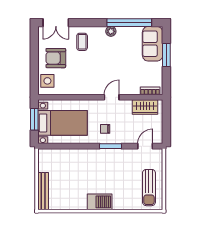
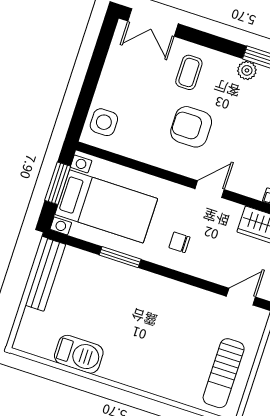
armchair: (56, 58) -> (191, 127), moved
window: (111, 146) -> (120, 257), moved
bench: (43, 191) -> (45, 275), moved
barbecue: (100, 202) -> (79, 354), moved

